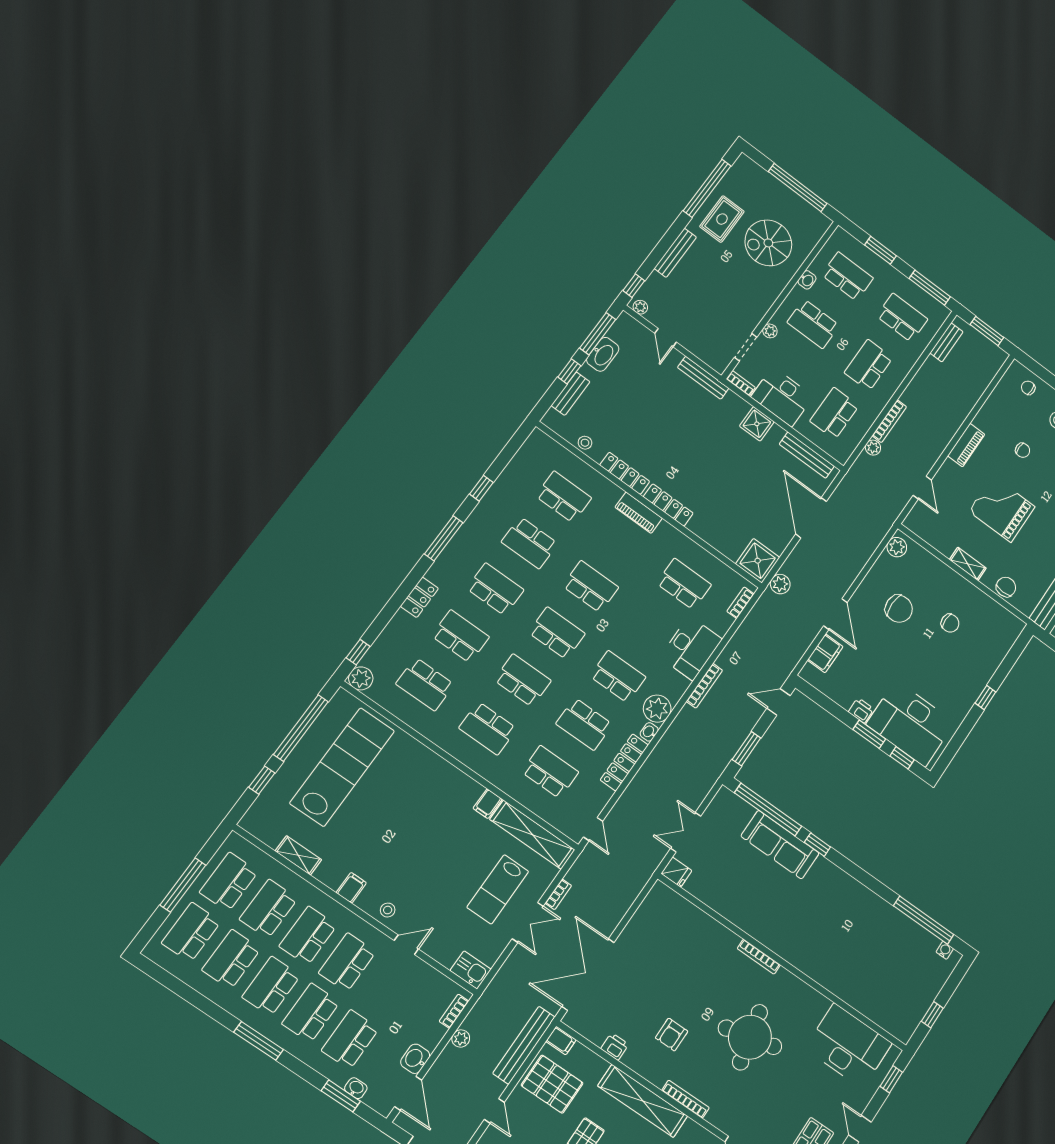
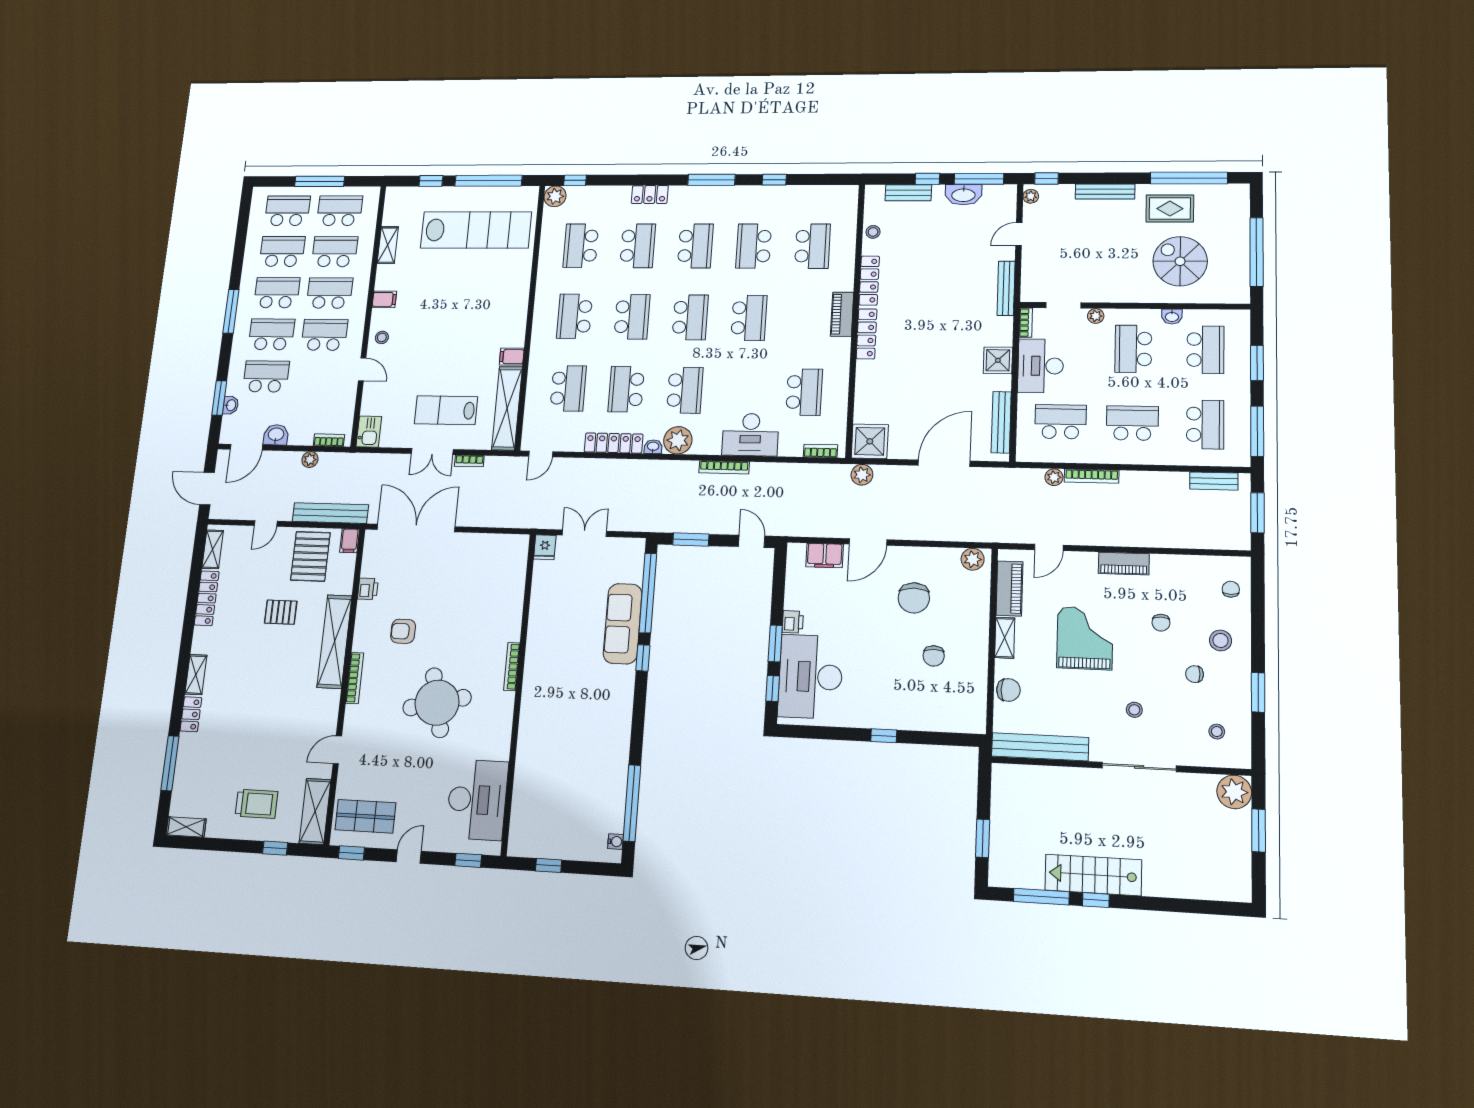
piano: (935, 536) -> (1009, 588), added

